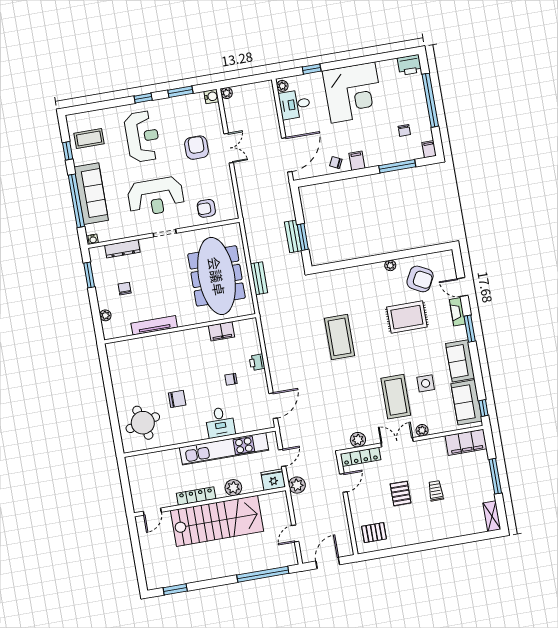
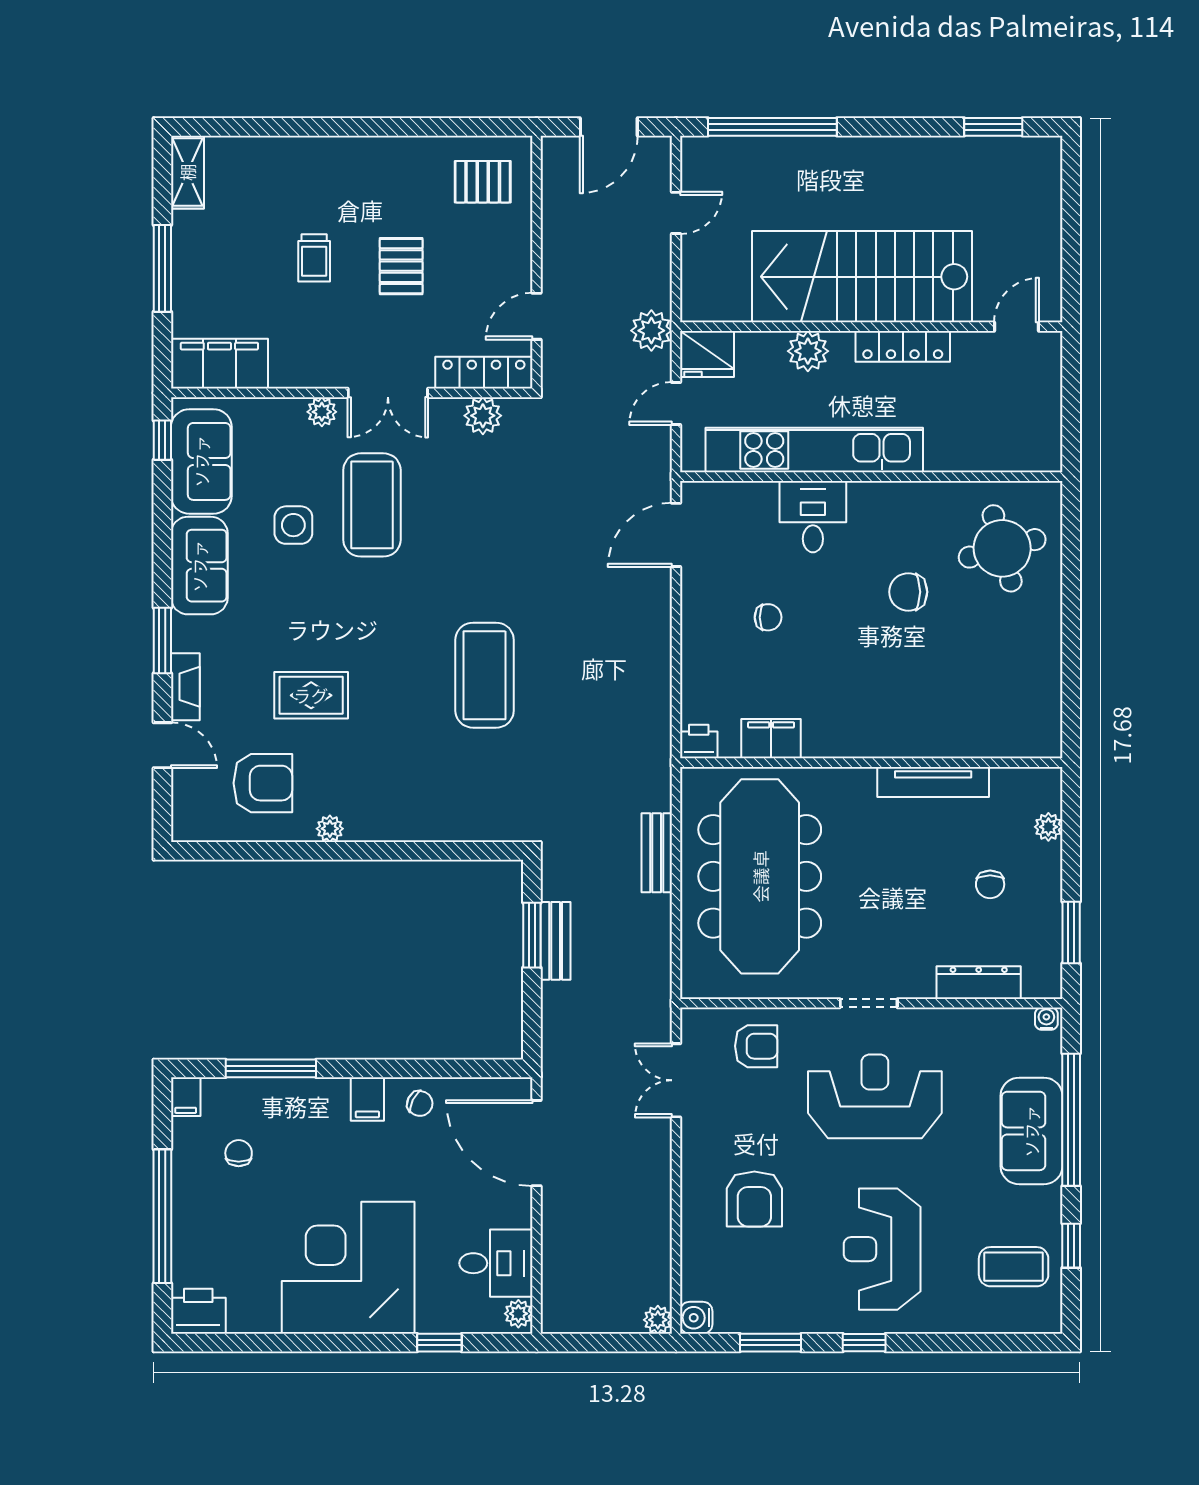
double door: (229, 148) -> (676, 1080), moved
door: (287, 155) -> (536, 1143), hinge flipped
sofa: (91, 194) -> (1031, 1131), width x0.73
armchair: (420, 279) -> (263, 783), turned 152
rug: (407, 317) -> (311, 695), width x0.73, depth x0.70
printer: (257, 362) -> (699, 742), moved, turned -90

